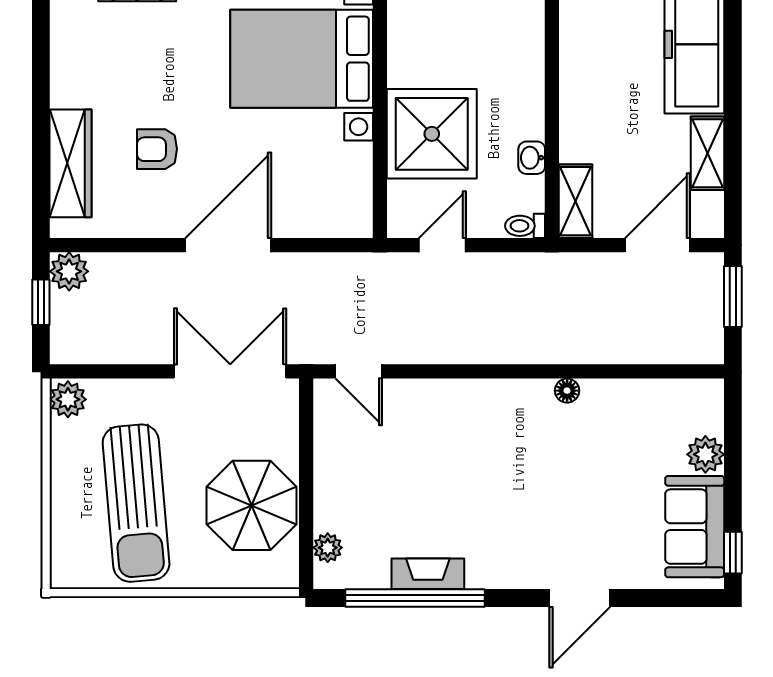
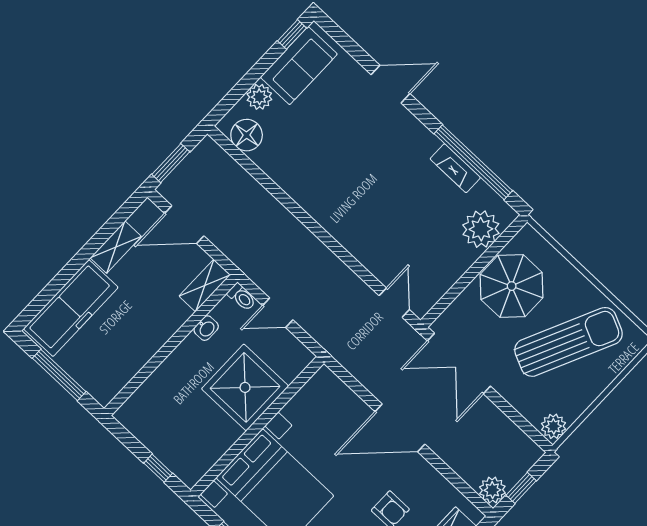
door: (442, 245) -> (278, 313), moved
floor lamp: (567, 391) -> (247, 135), moved, width x1.89, depth x1.89
sun lounger: (136, 503) -> (568, 342), turned 30
plant: (328, 548) -> (481, 229), width x1.87, depth x1.87

